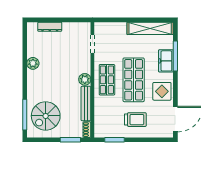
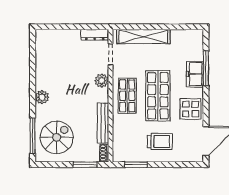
dresser: (50, 27) -> (95, 35), moved
shelving: (150, 28) -> (143, 37), moved
plant: (33, 63) -> (42, 97), moved
plant: (85, 79) -> (102, 81), moved
spiral stairs: (46, 116) -> (57, 137), turned 180

